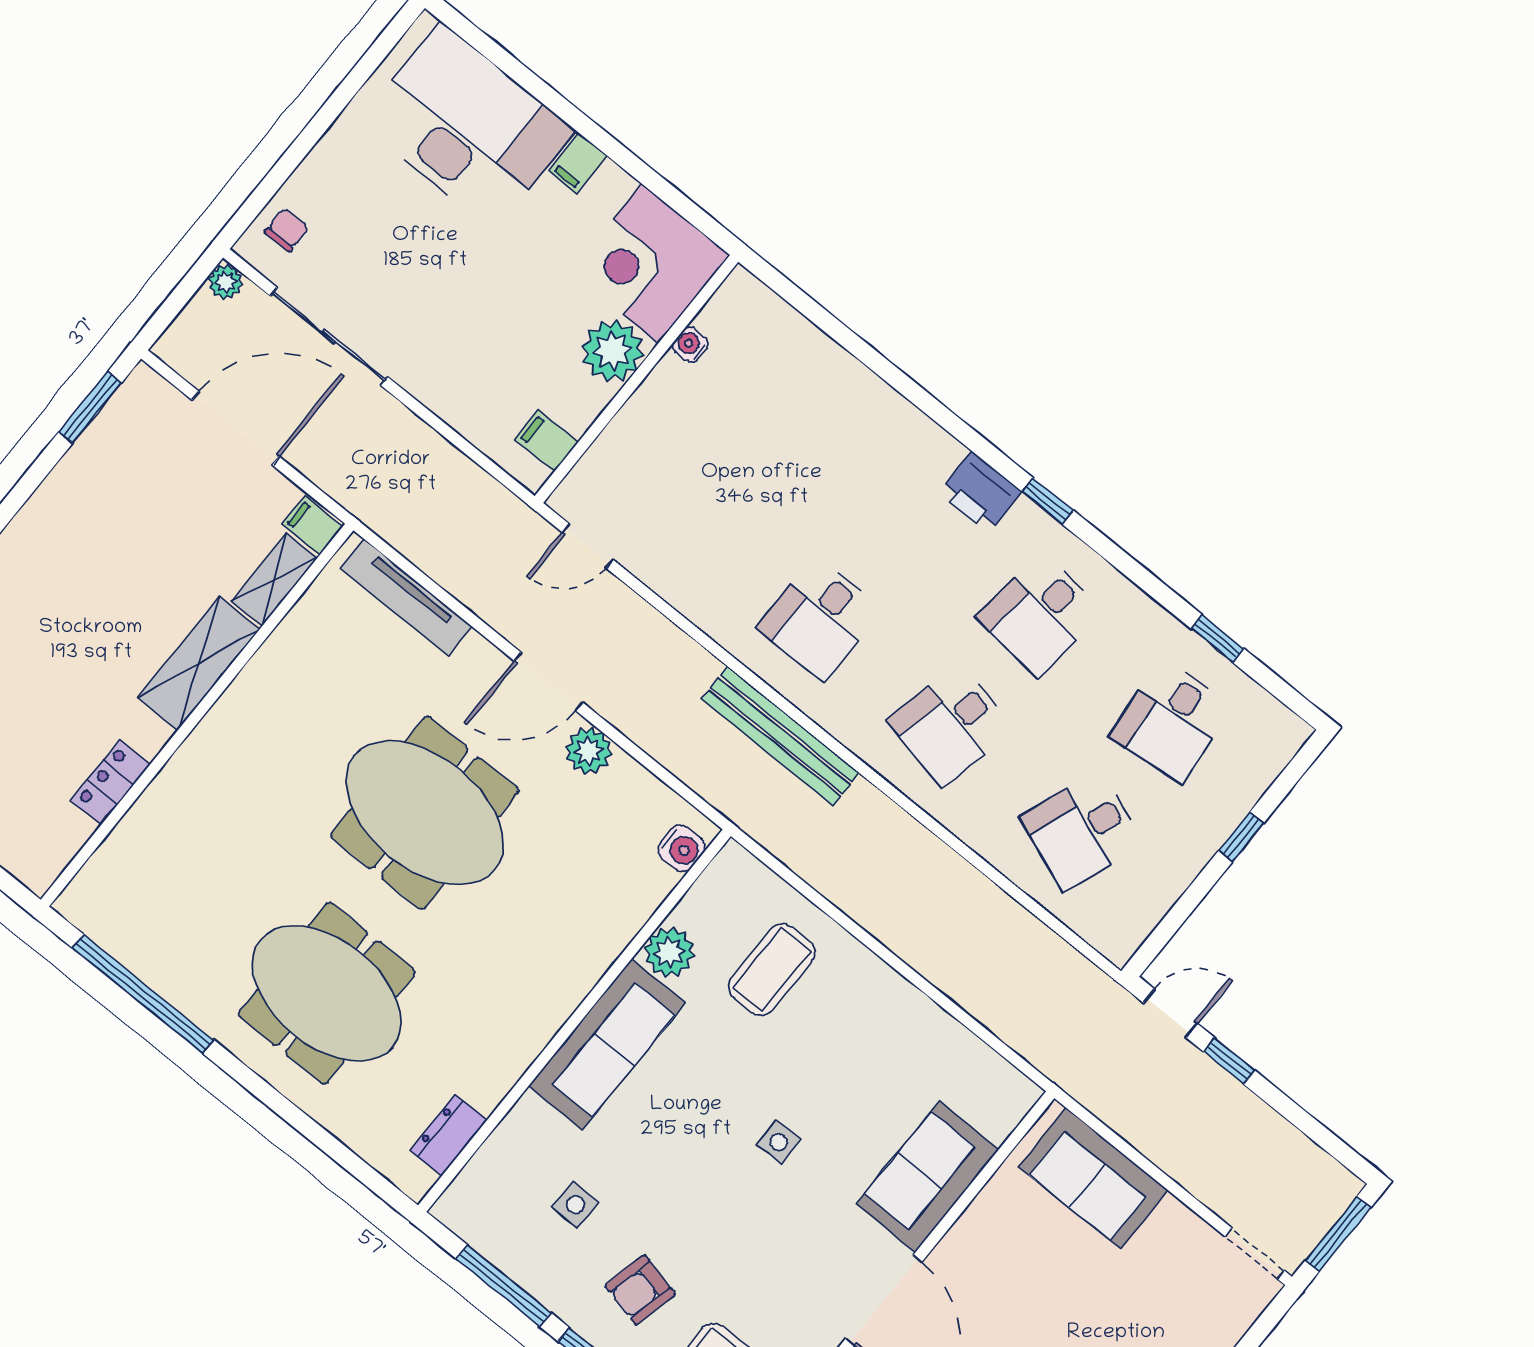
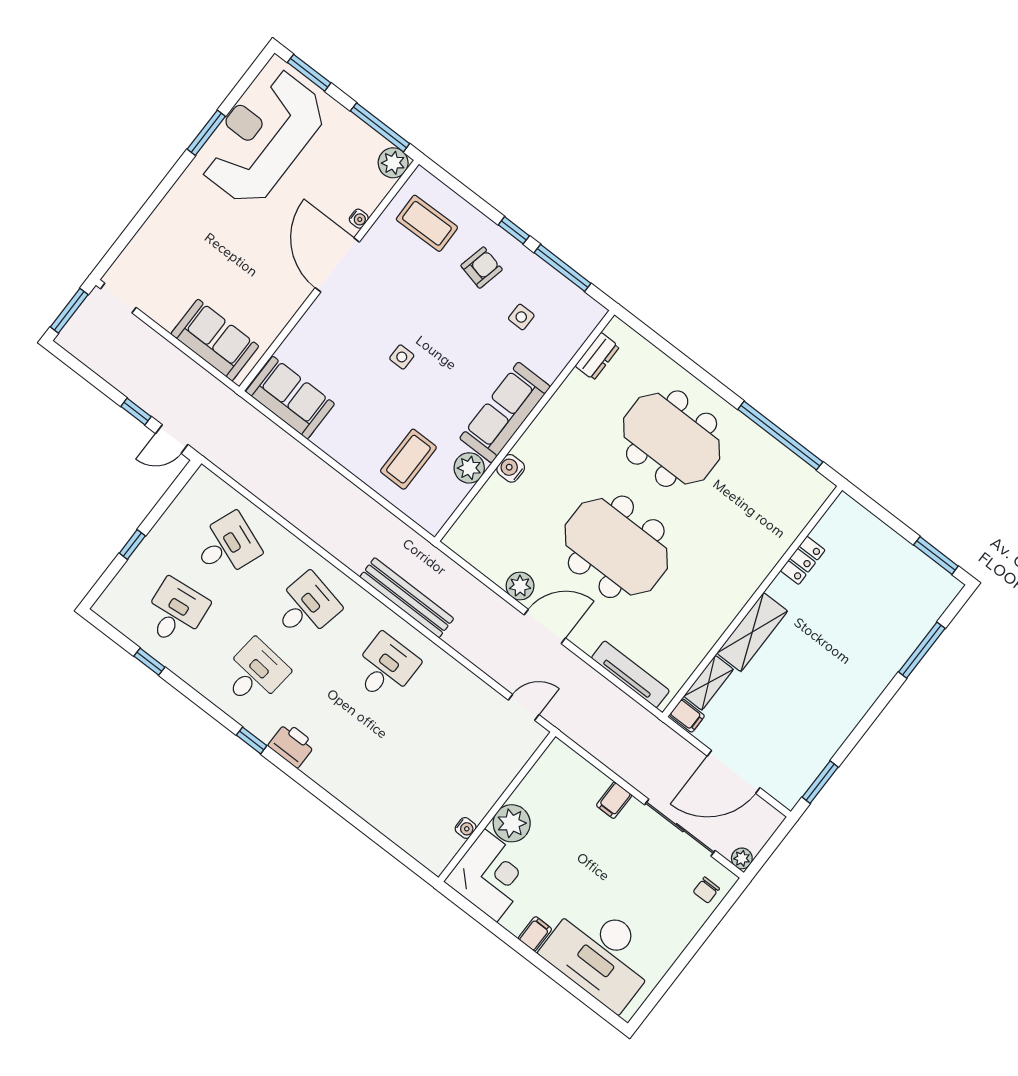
filing cabinet: (546, 441) -> (614, 800), moved, turned 90
water cooler: (682, 848) -> (511, 468), moved
sofa: (928, 1177) -> (290, 398), moved, turned -90

